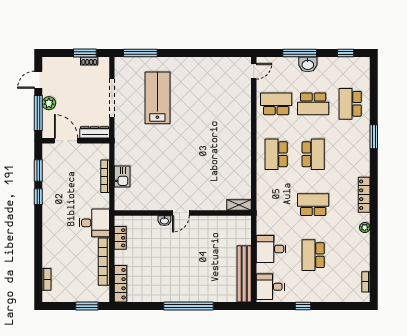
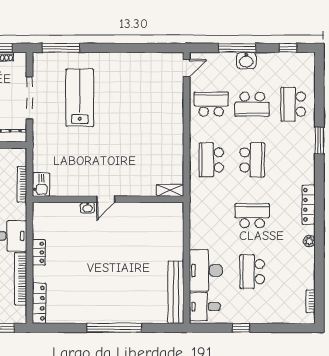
shelving: (239, 205) -> (170, 190), moved
door: (181, 213) -> (106, 199), moved
wall: (183, 213) -> (108, 199), moved
washbasin: (164, 221) -> (88, 208), moved
desk: (271, 249) -> (206, 270), width x1.37

